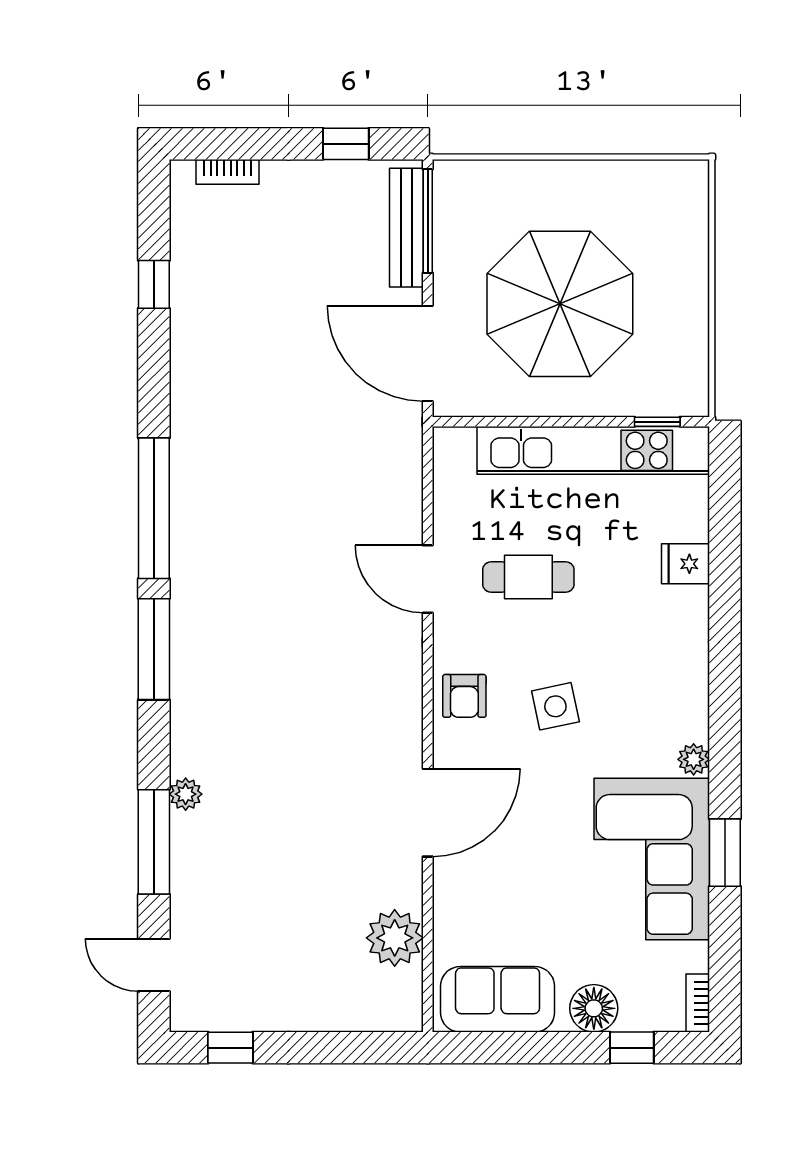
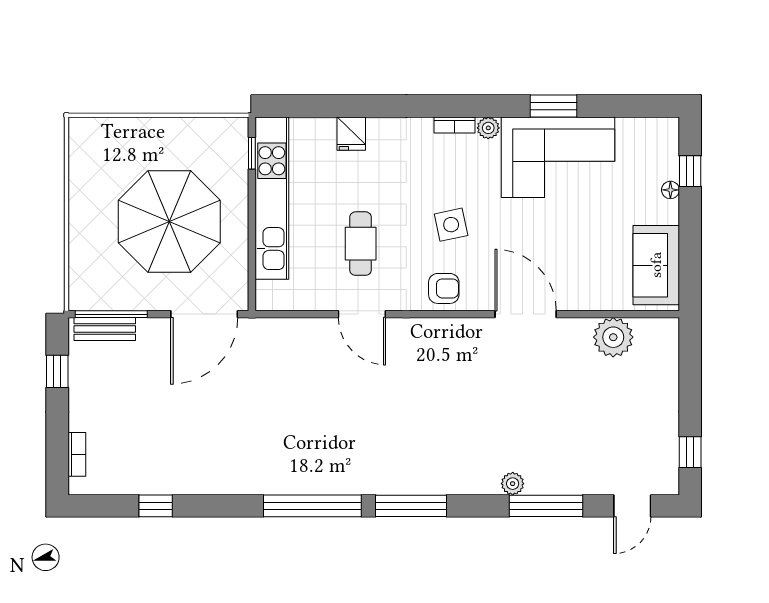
bench: (406, 228) -> (105, 329), width x0.73
door: (428, 579) -> (362, 314), hinge flipped
bookcase: (698, 1003) -> (455, 125), moved
floor lamp: (594, 1008) -> (670, 190), width x0.53, depth x0.53

